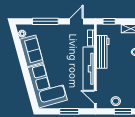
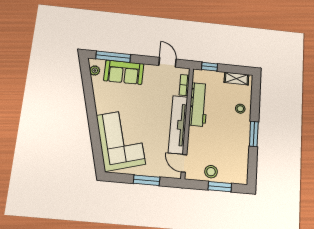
window: (45, 21) -> (113, 57), moved
door: (76, 21) -> (167, 62), hinge flipped
sofa: (31, 51) -> (124, 72), moved, turned 105

